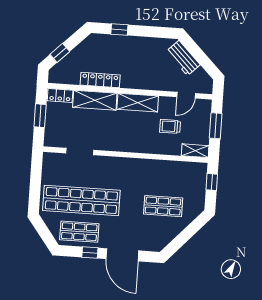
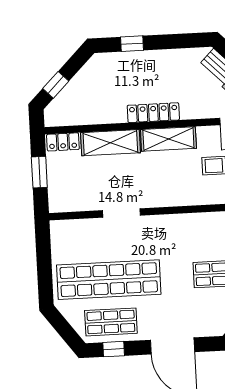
locker: (100, 80) -> (153, 113), moved
doorway: (80, 152) -> (122, 213), moved
window: (90, 253) -> (114, 349), moved

